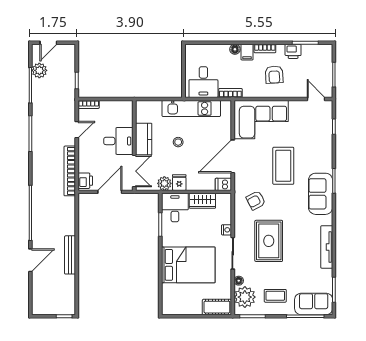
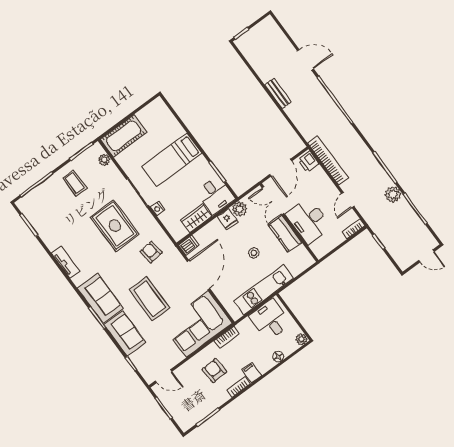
door: (48, 43) -> (426, 256), swing flipped
floor lamp: (235, 49) -> (278, 357), moved
plant: (190, 50) -> (301, 339), added
printer: (293, 51) -> (213, 402), removed
plant: (39, 70) -> (393, 194), moved
bookcase: (230, 93) -> (227, 337), moved
desk: (118, 141) -> (308, 221), width x1.37
armchair: (256, 200) -> (151, 252), turned -68
tv unit: (327, 247) -> (65, 262), width x0.71
bench: (70, 255) -> (278, 93), width x0.73
door: (30, 260) -> (305, 60), swing flipped
bed: (188, 265) -> (172, 160), width x0.67
floor lamp: (239, 281) -> (115, 173), removed
coffee table: (275, 296) -> (75, 183), turned 90
plant: (245, 297) -> (104, 160), width x0.53, depth x0.53
sofa: (314, 304) -> (125, 333), moved, turned -90
cot: (217, 307) -> (124, 136), width x1.37, depth x1.34

